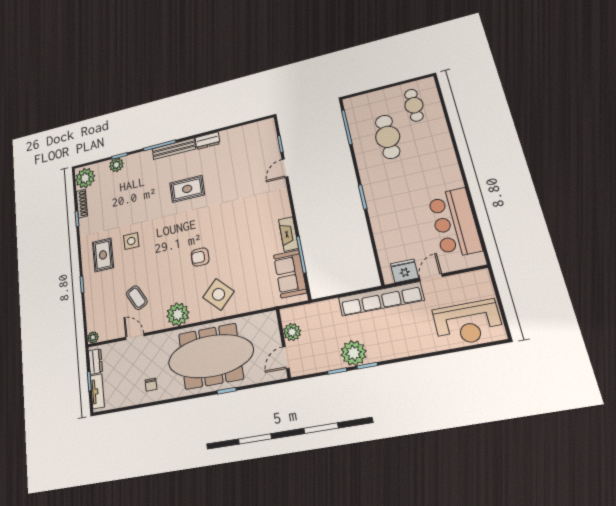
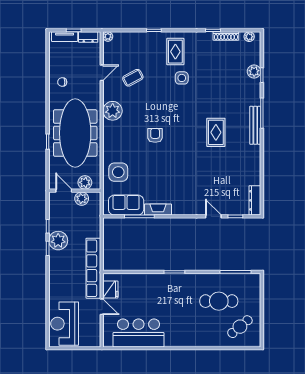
cafe table: (414, 105) -> (240, 327), turned -40
dresser: (207, 141) -> (255, 200), moved, width x1.44
plant: (85, 178) -> (249, 37), width x0.53, depth x0.53
rug: (103, 255) -> (175, 52), turned 90
side table: (218, 294) -> (118, 172), moved, turned 45
plant: (271, 332) -> (85, 182), added

